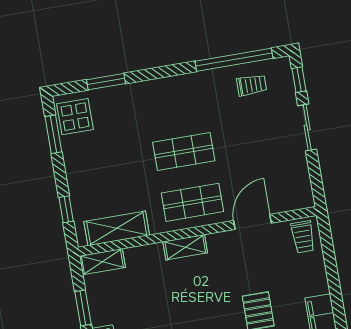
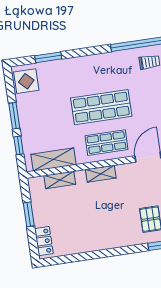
window: (53, 134) -> (14, 116), moved
shop shelf: (184, 151) -> (101, 107), width x1.43, depth x1.36
shelving: (102, 262) -> (60, 180), moved

